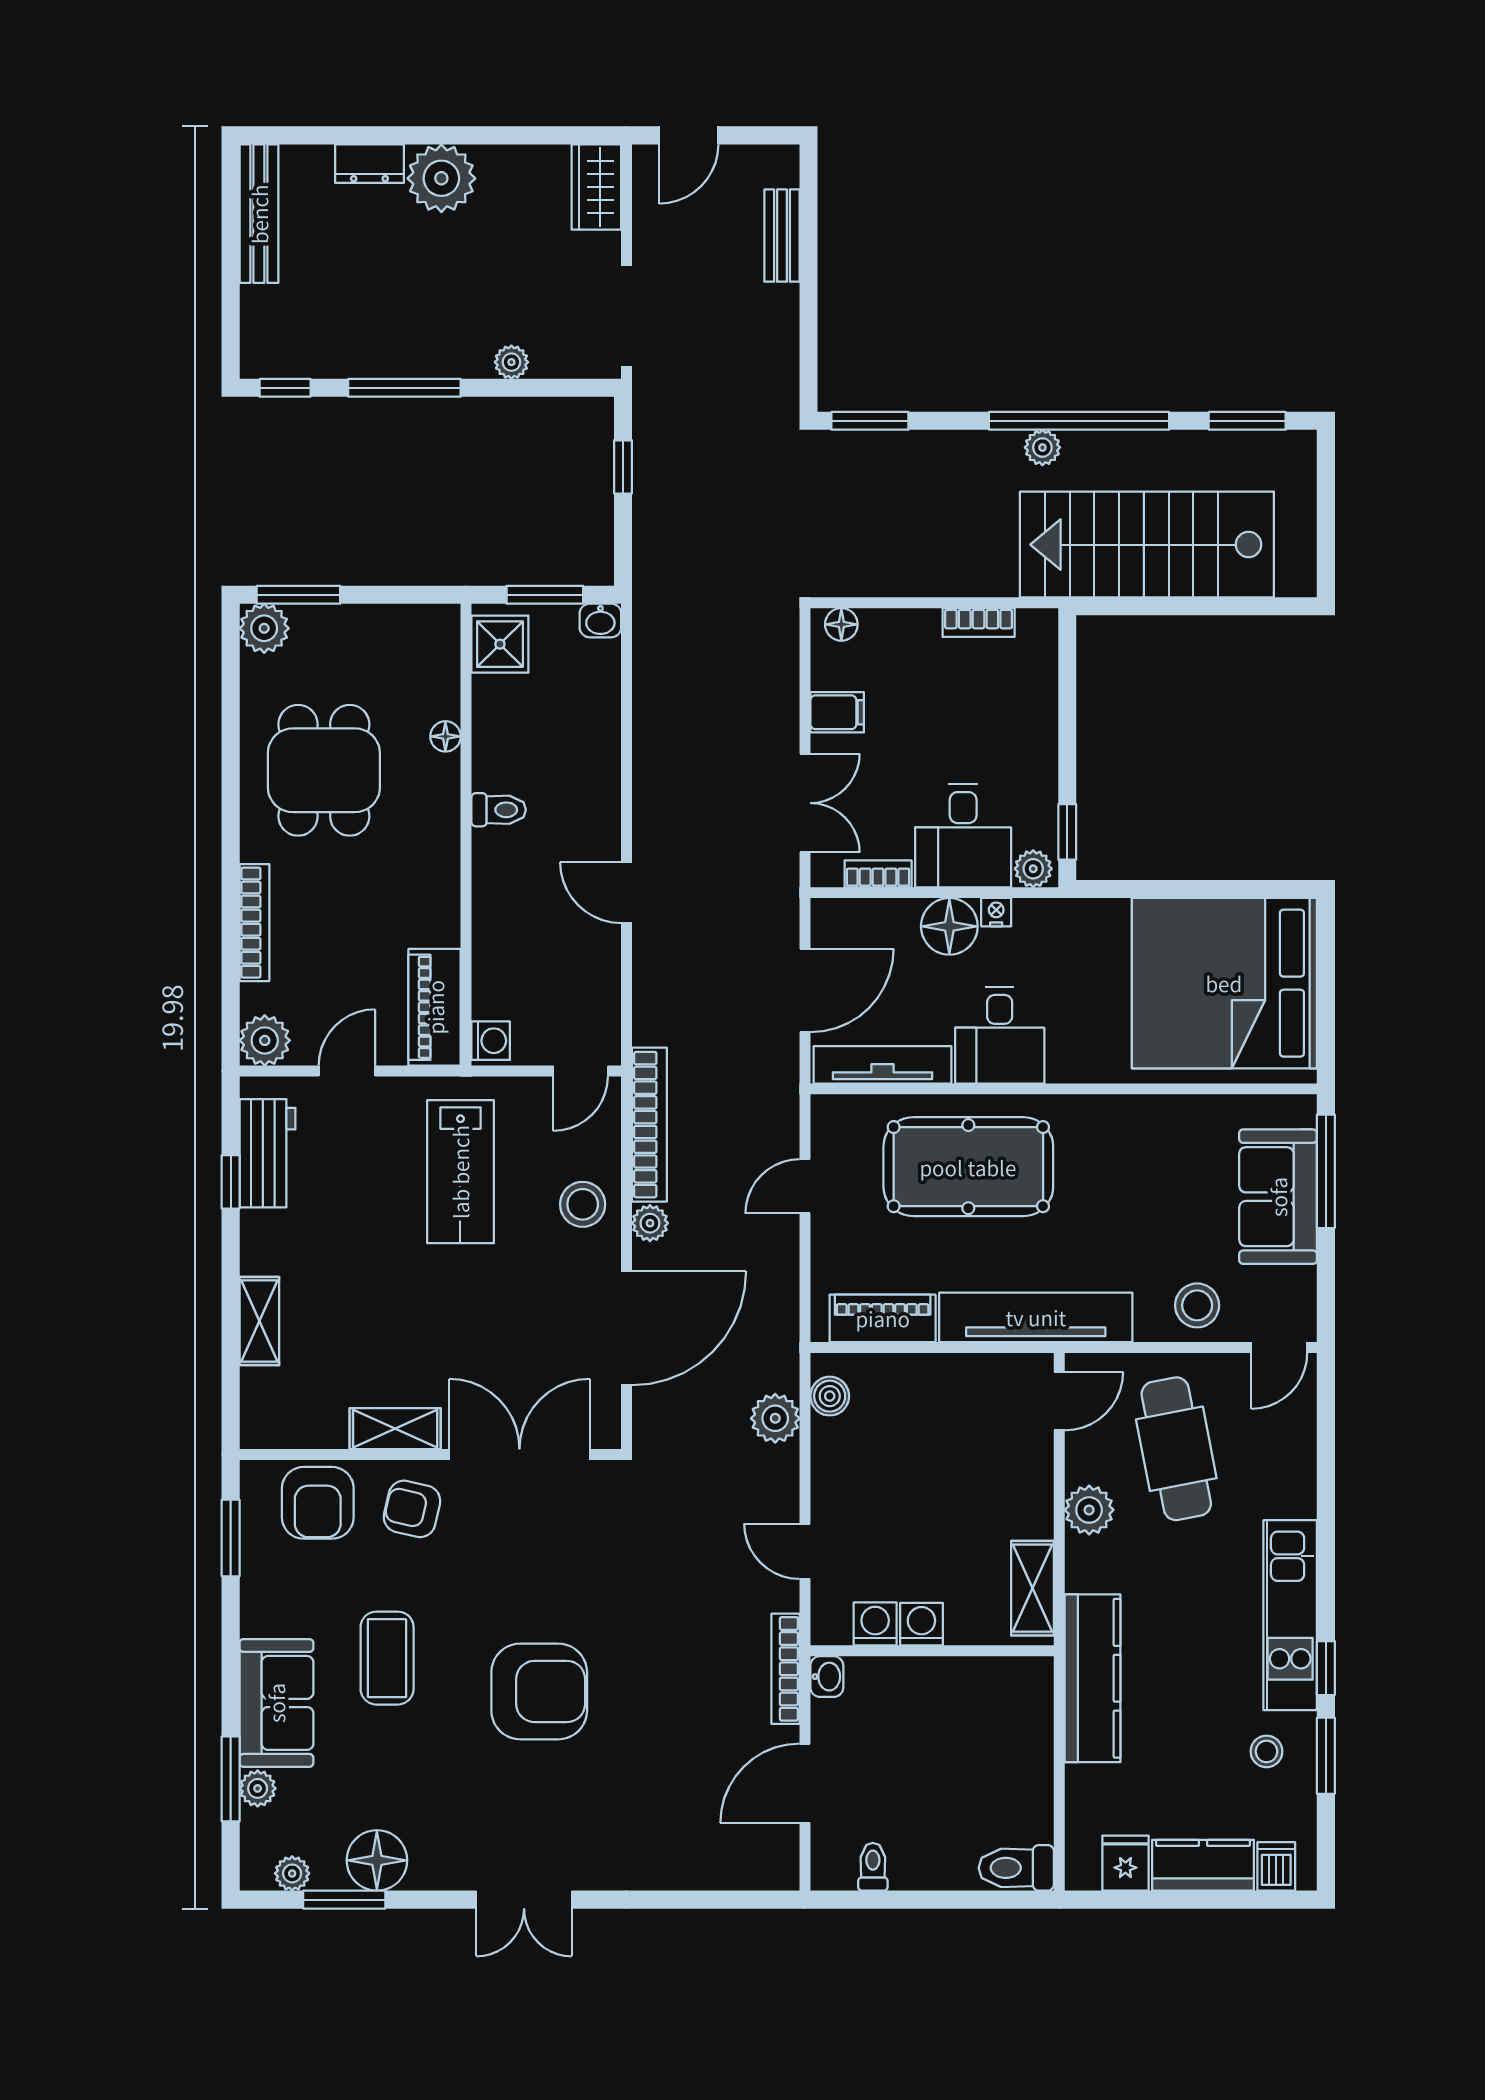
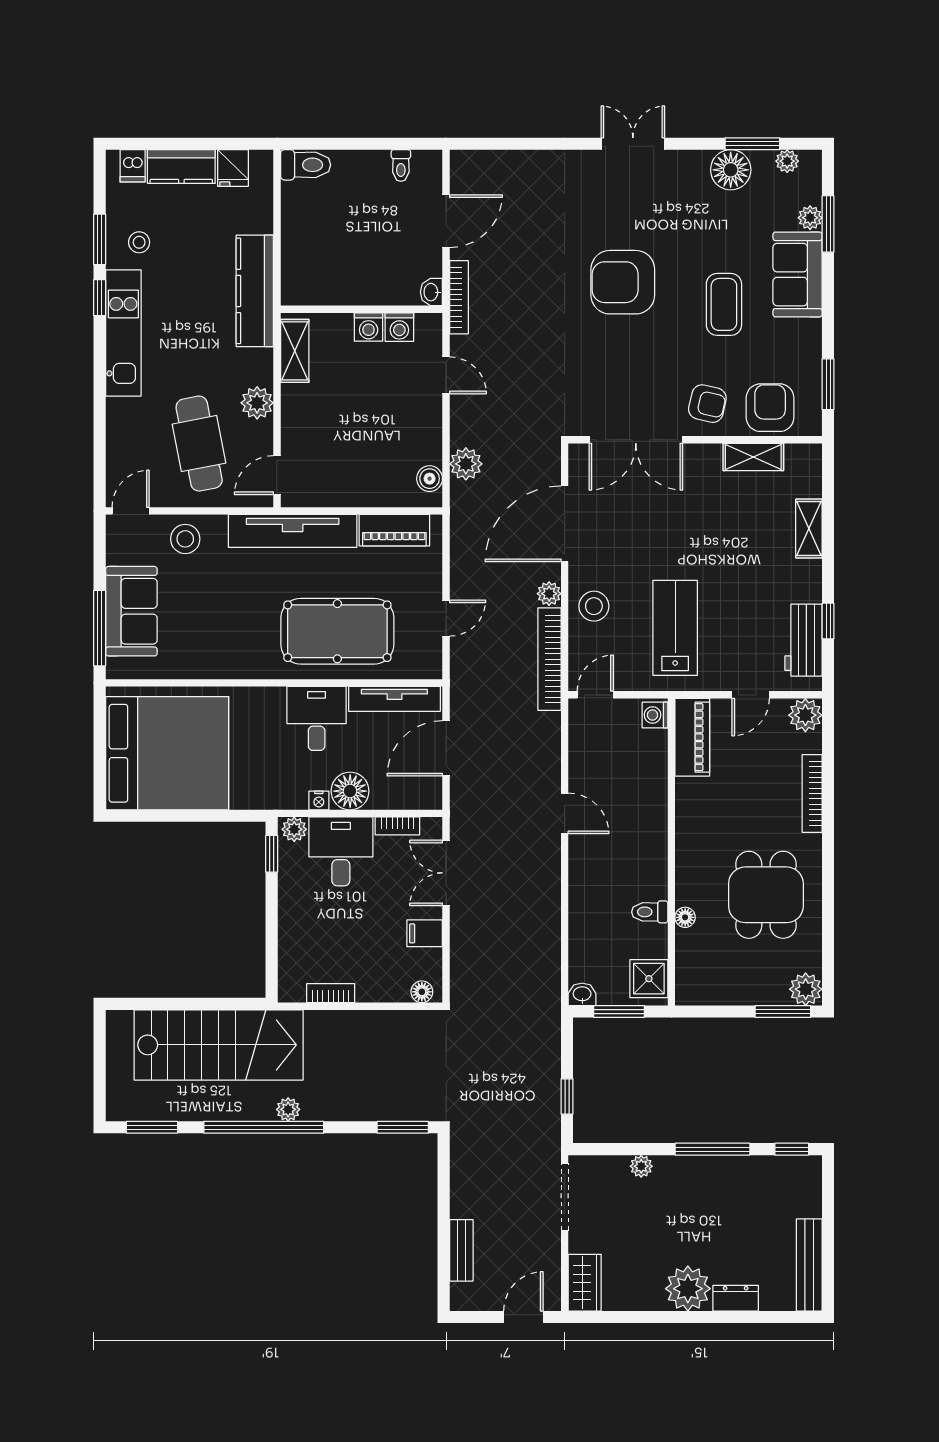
toilet: (499, 810) -> (650, 912), moved
shelving: (395, 1429) -> (753, 457), moved

